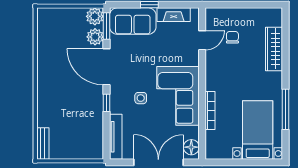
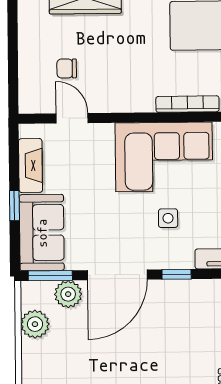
plant: (95, 16) -> (35, 324), moved

